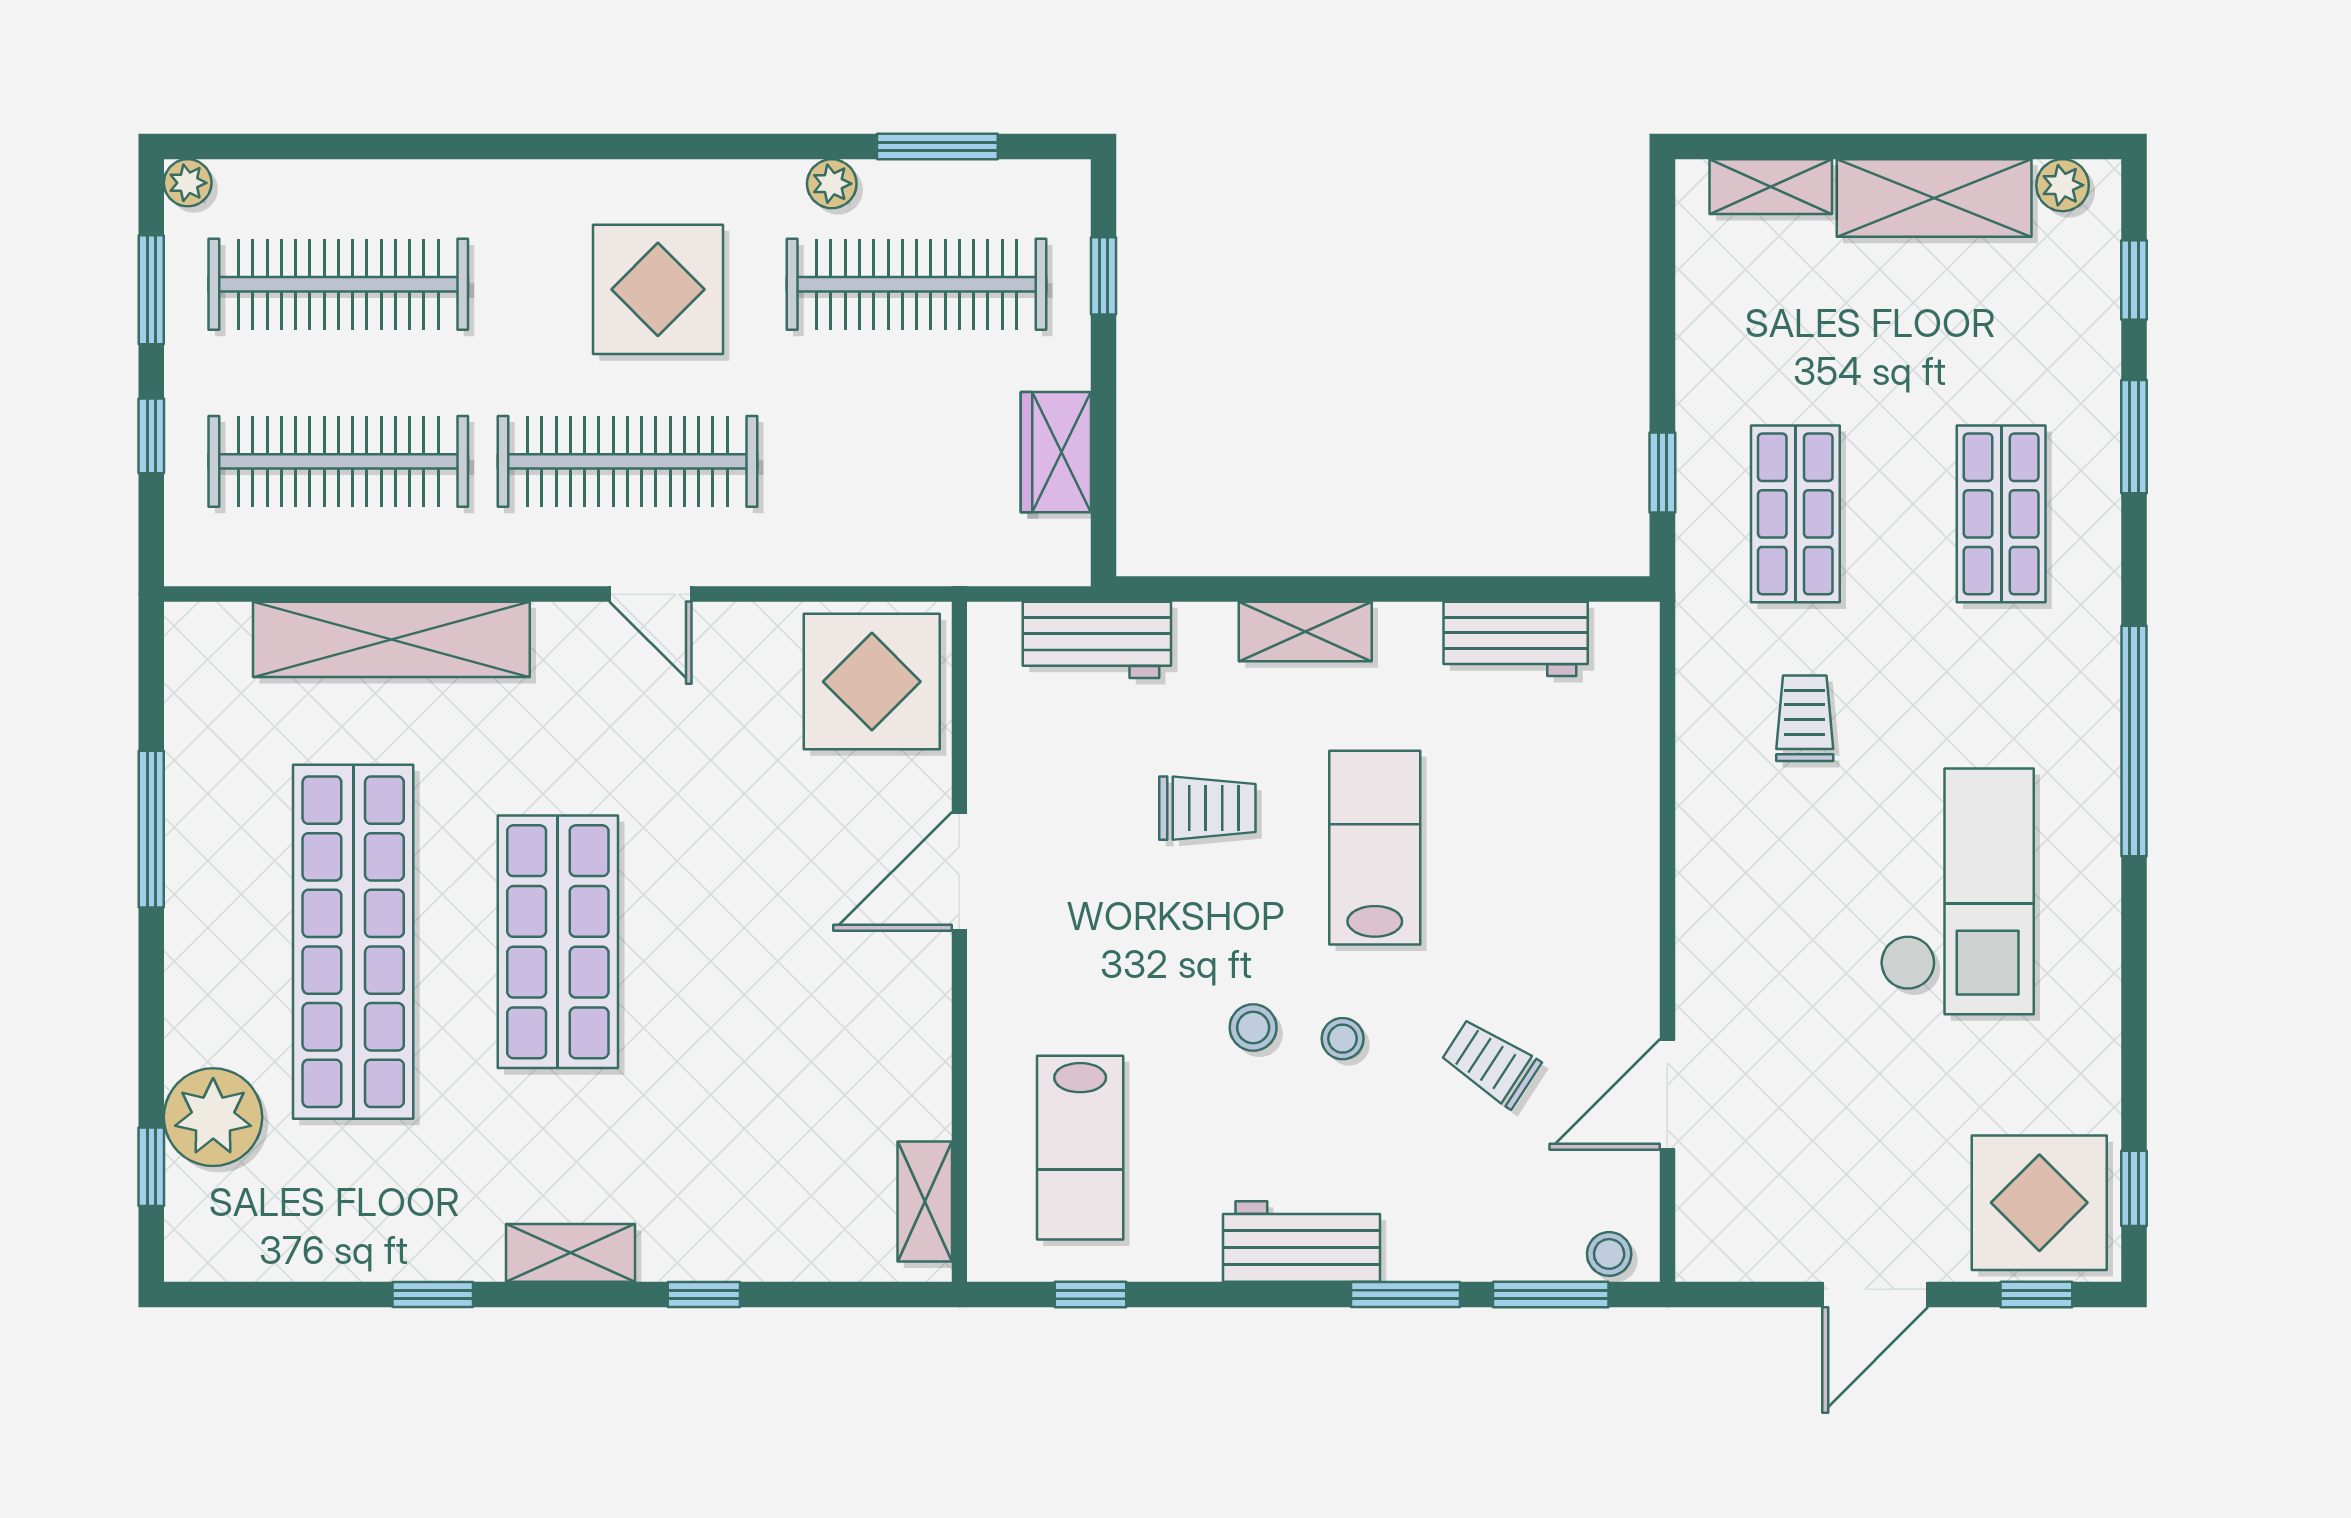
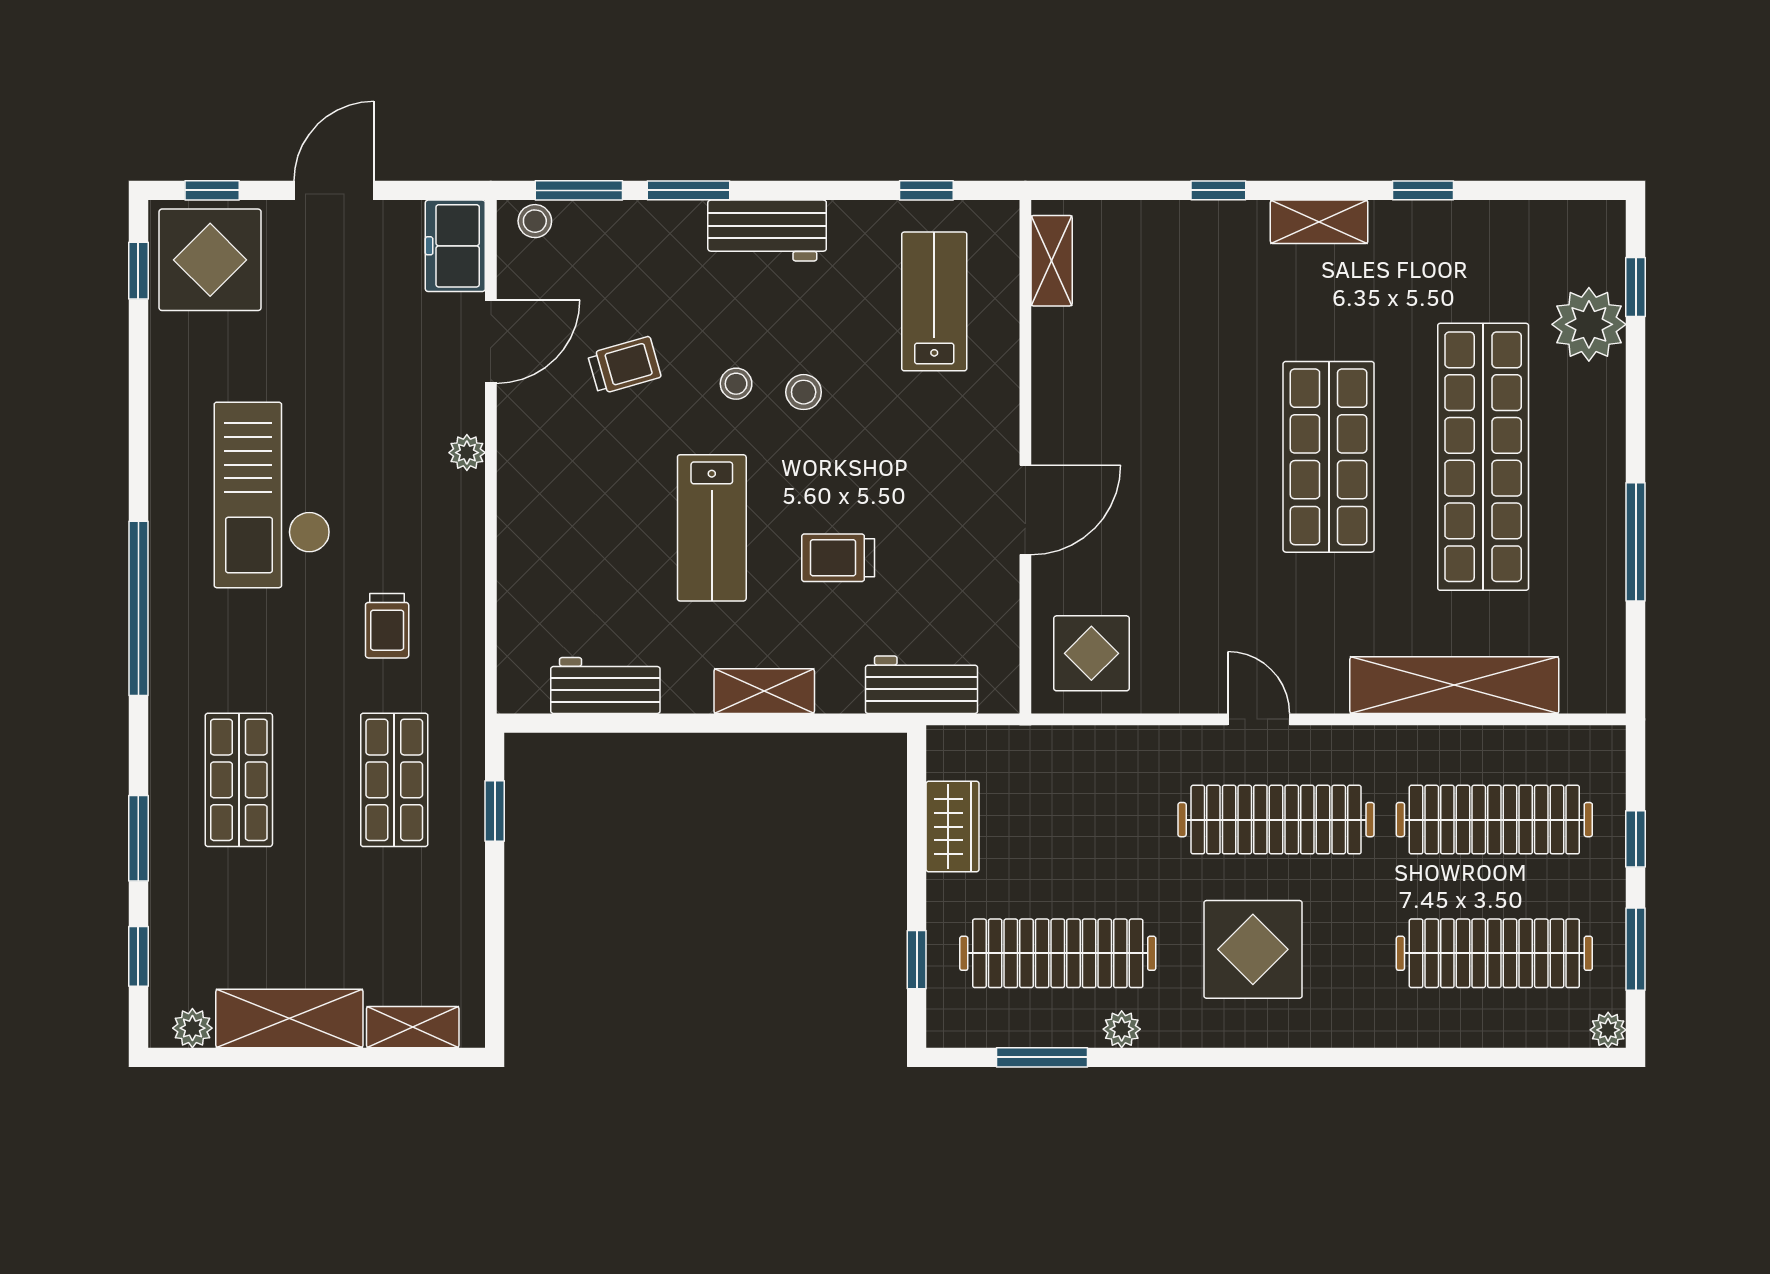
display table: (872, 682) -> (1091, 653), width x0.73, depth x0.73
plant: (1699, 947) -> (467, 453), added
trolley: (1491, 1063) -> (624, 365), turned -49
freezer: (1714, 1221) -> (455, 246), added

